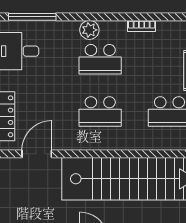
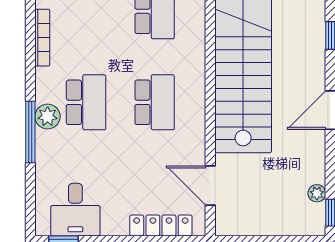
window: (32, 17) -> (30, 132), moved
bookcase: (142, 26) -> (42, 38), width x1.56

